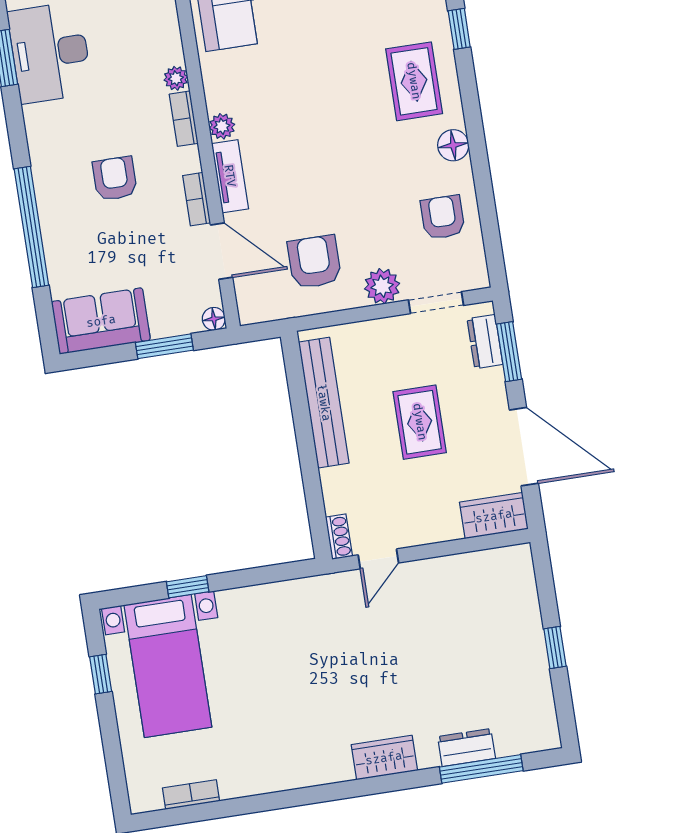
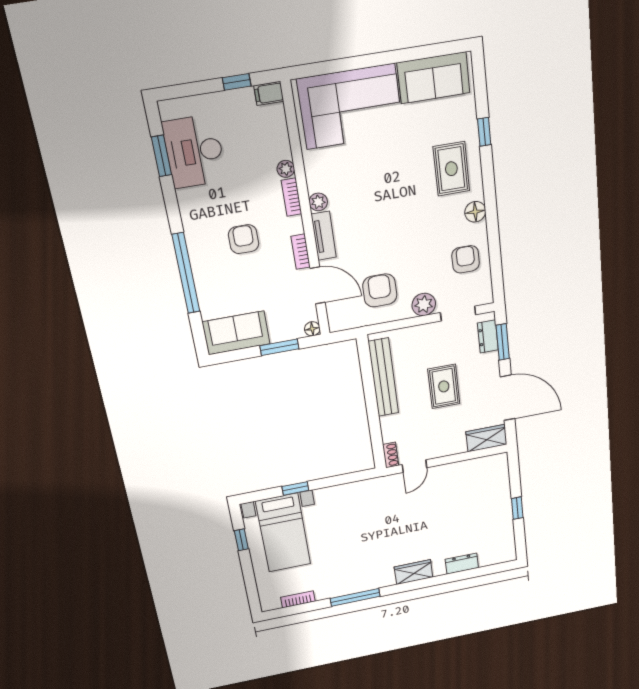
window: (481, 769) -> (355, 597), moved

